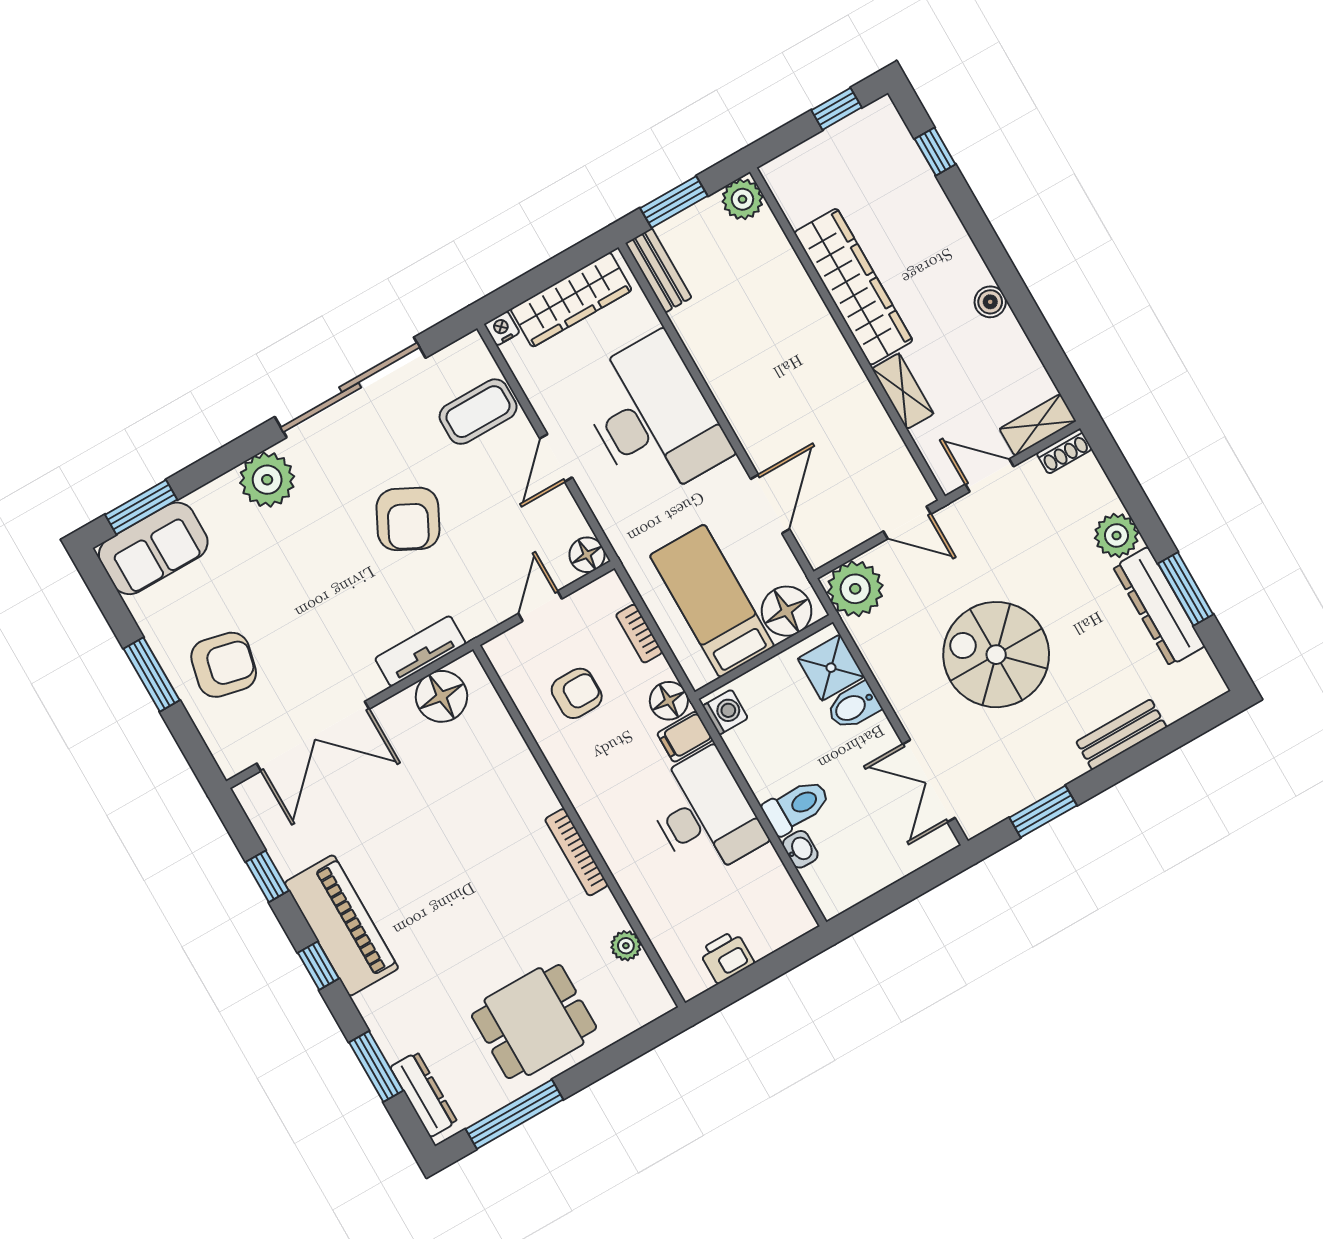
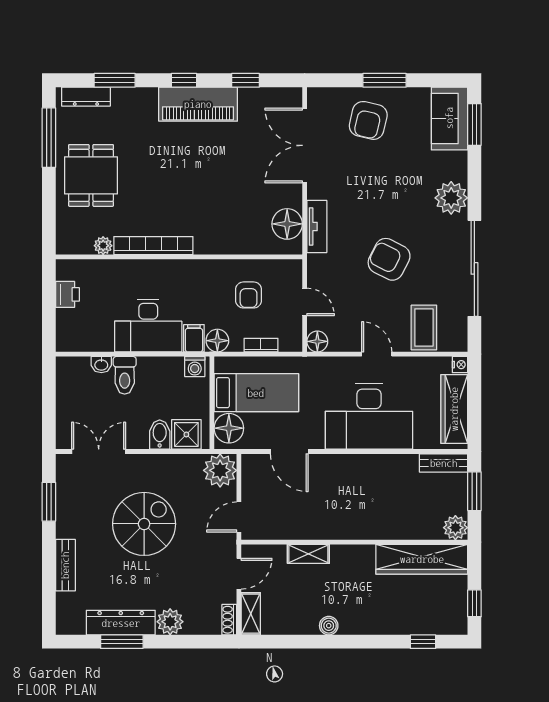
wardrobe: (853, 287) -> (422, 559), moved
bookcase: (576, 852) -> (153, 246), width x1.48, depth x1.31

